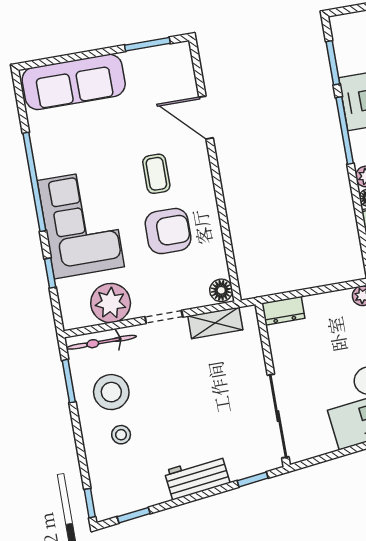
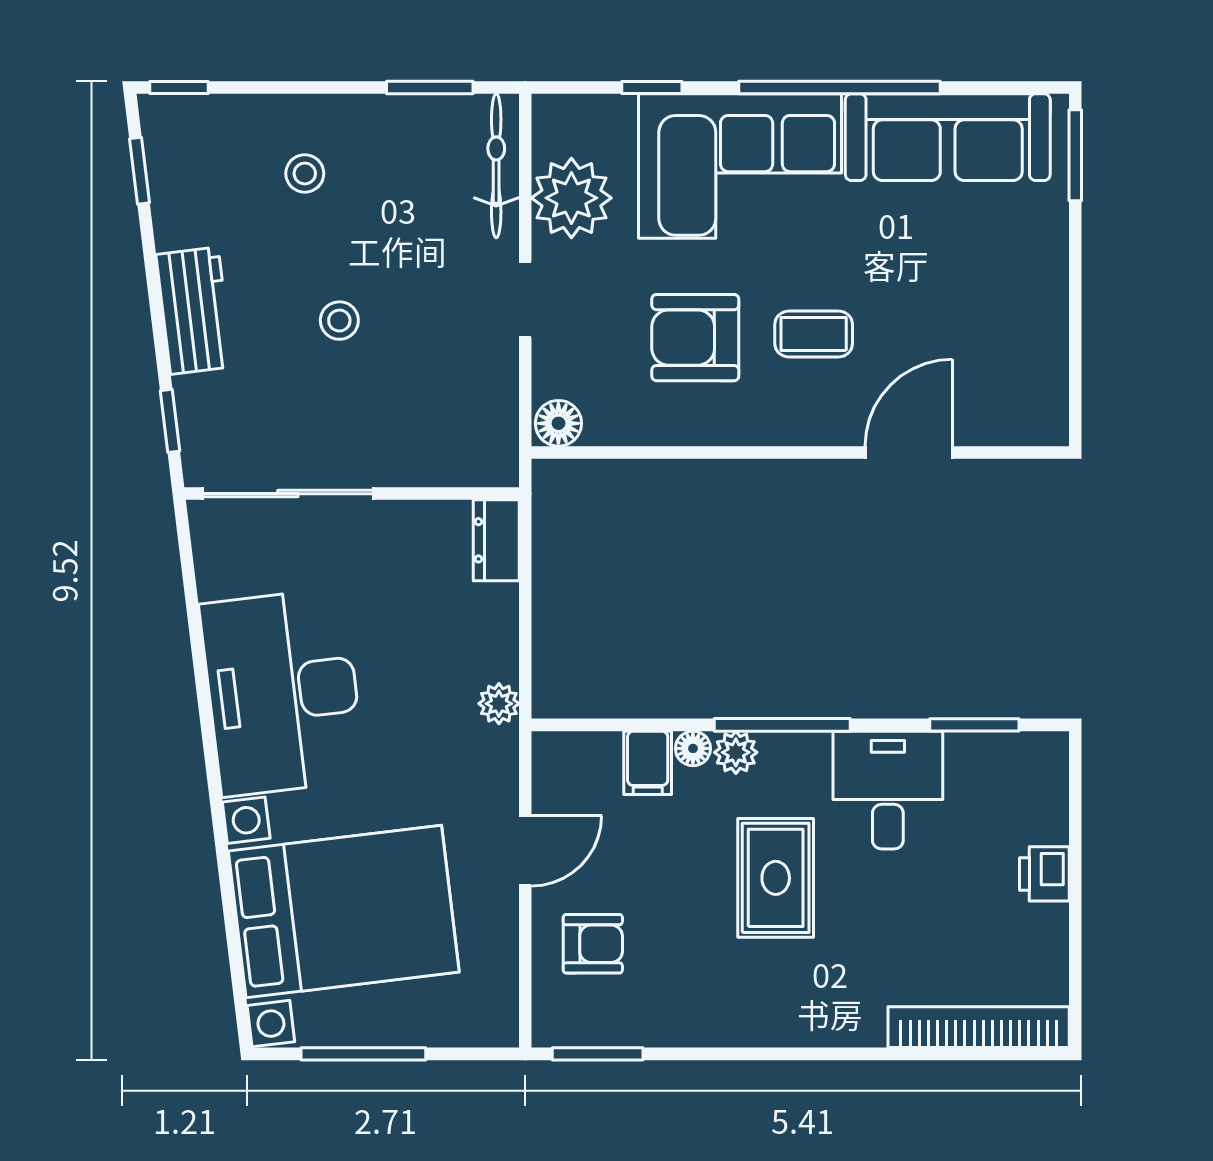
window: (147, 44) -> (1075, 155), moved
sofa: (74, 82) -> (948, 137), moved, turned -90
window: (345, 131) -> (782, 725), moved
armchair: (168, 231) -> (695, 338), turned 90
shelving: (215, 323) -> (495, 400), removed
stool: (111, 392) -> (339, 321), moved, width x0.53, depth x0.53

